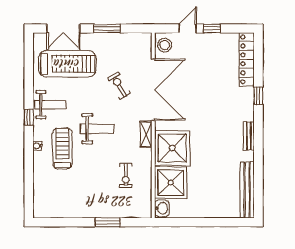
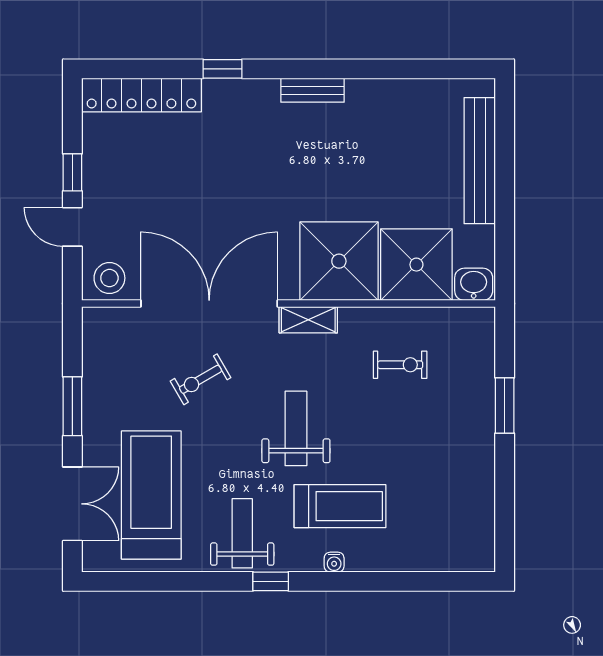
treadmill: (62, 148) -> (340, 506), turned 180
bench: (247, 190) -> (480, 161), moved, turned 90

